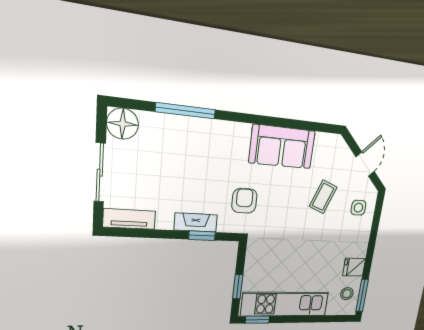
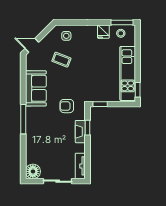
window: (186, 111) -> (23, 119), moved
door: (365, 164) -> (32, 45), moved
window: (238, 287) -> (100, 104), moved

